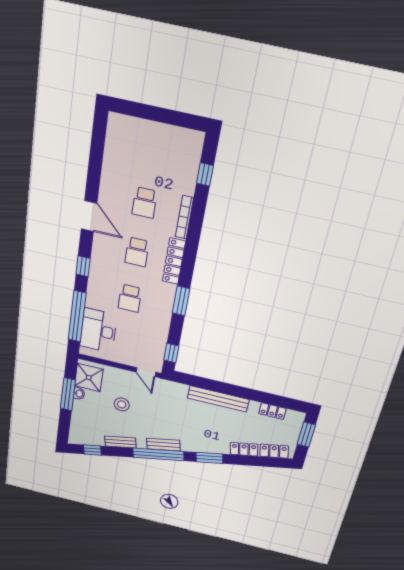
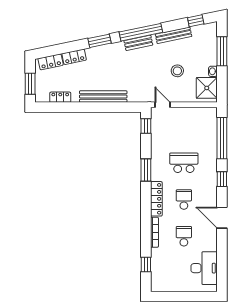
school desk: (130, 298) -> (184, 163), width x1.85
desk: (98, 331) -> (204, 268), moved
window: (68, 394) -> (222, 51), moved
bench: (120, 442) -> (174, 35), width x1.36

